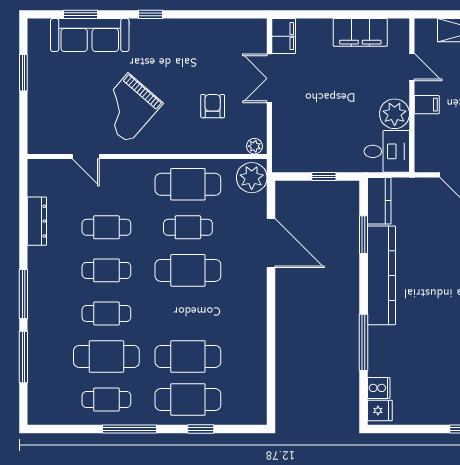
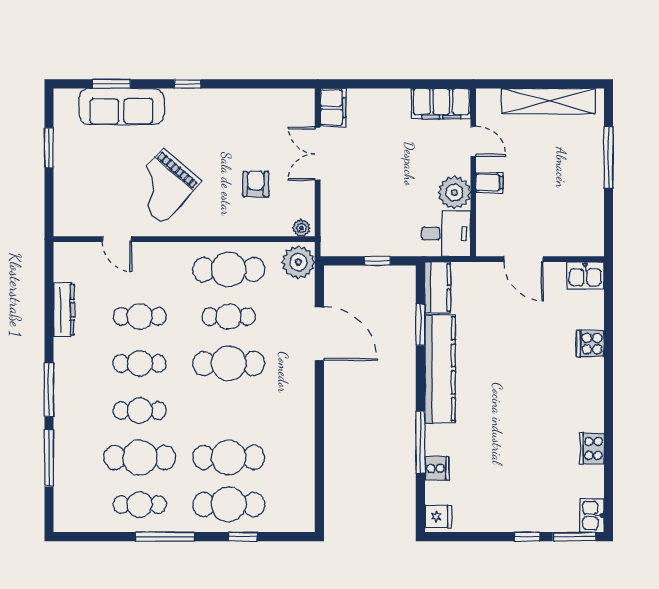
filing cabinet: (360, 32) -> (441, 104), moved
cooker: (379, 388) -> (437, 468), moved

